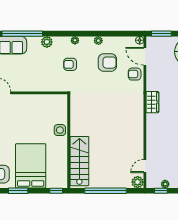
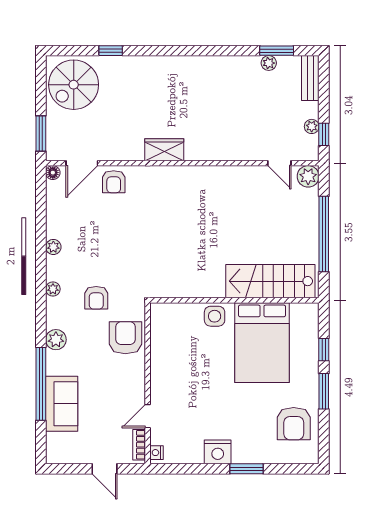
armchair: (107, 63) -> (125, 338), moved
bed: (31, 166) -> (262, 343), moved, turned -90
window: (56, 191) -> (324, 350), moved

